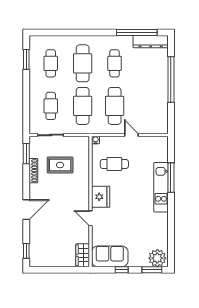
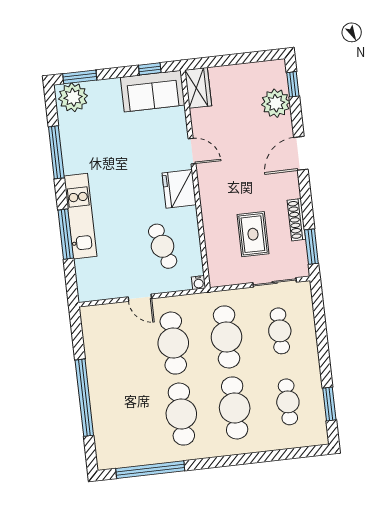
dresser: (151, 42) -> (125, 457), removed
cafe table: (115, 63) -> (181, 414), width x1.37, depth x1.35
cafe table: (114, 164) -> (163, 246), turned 74
rug: (60, 165) -> (253, 234), turned 90
window: (171, 227) -> (56, 152), added
plant: (38, 241) -> (276, 103), added
window: (122, 270) -> (150, 69), moved

